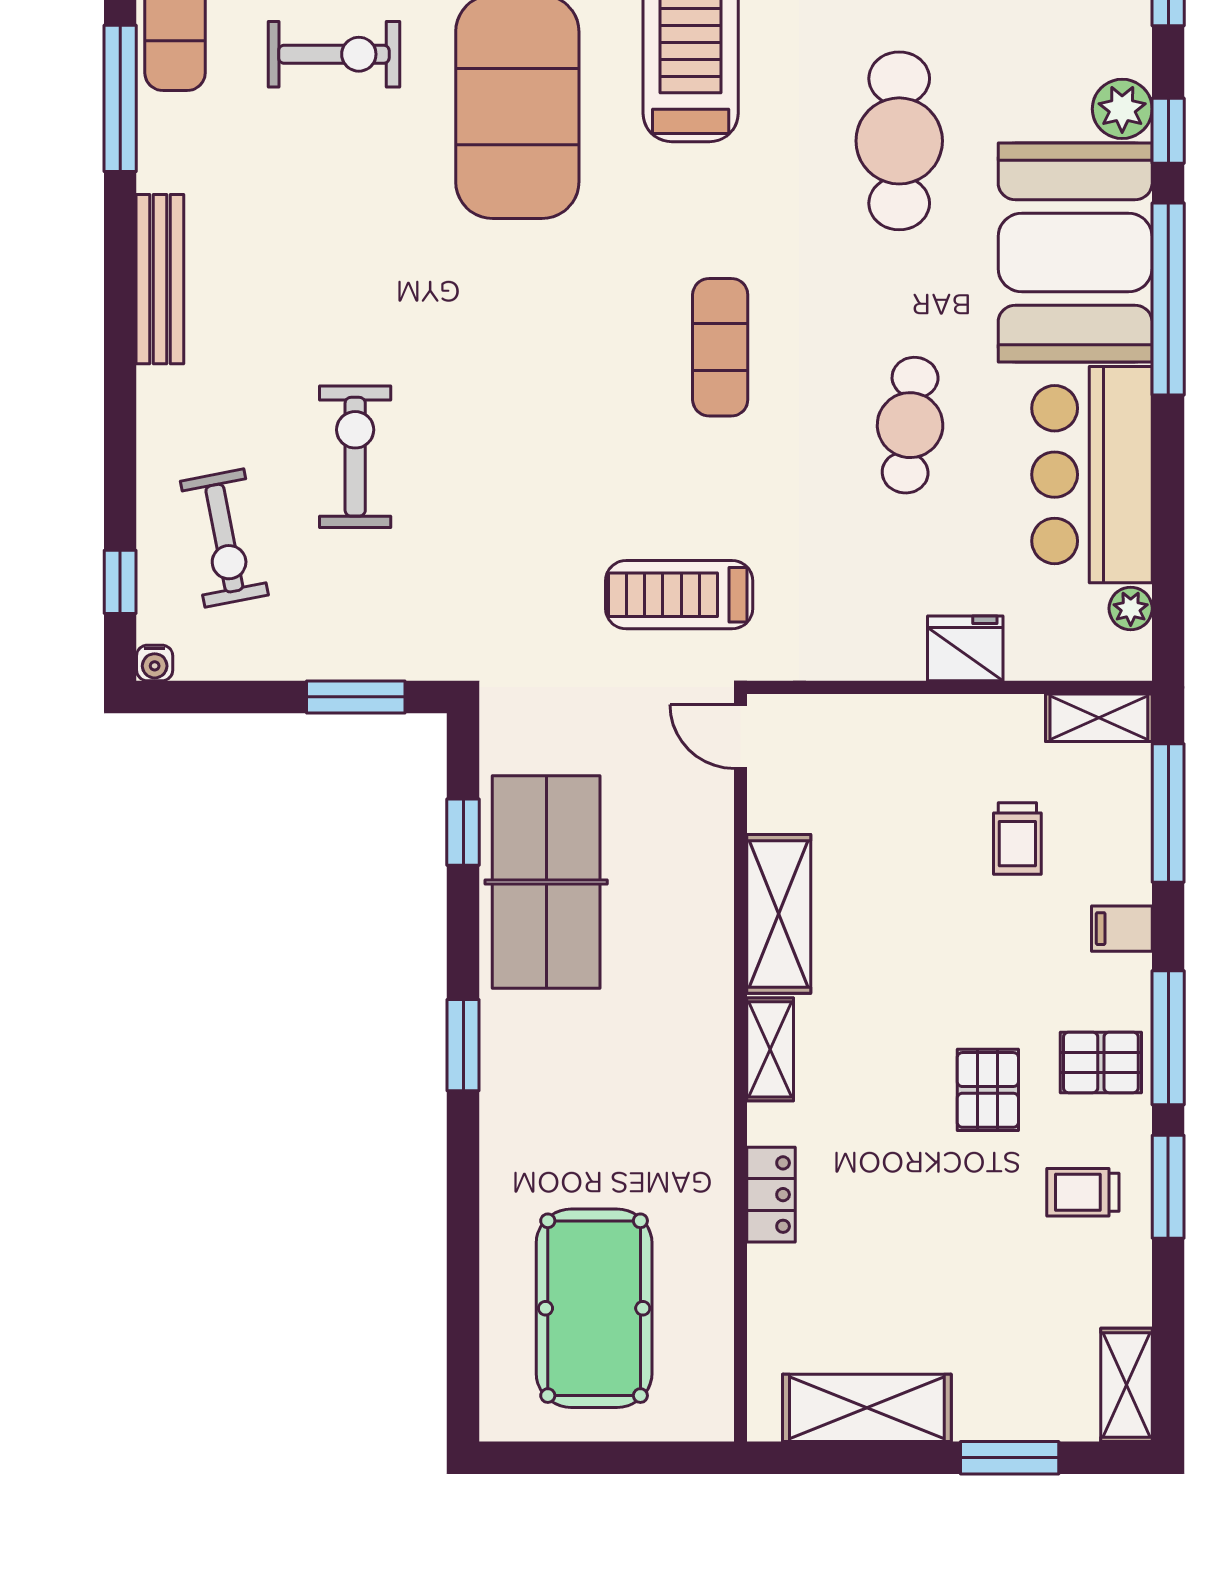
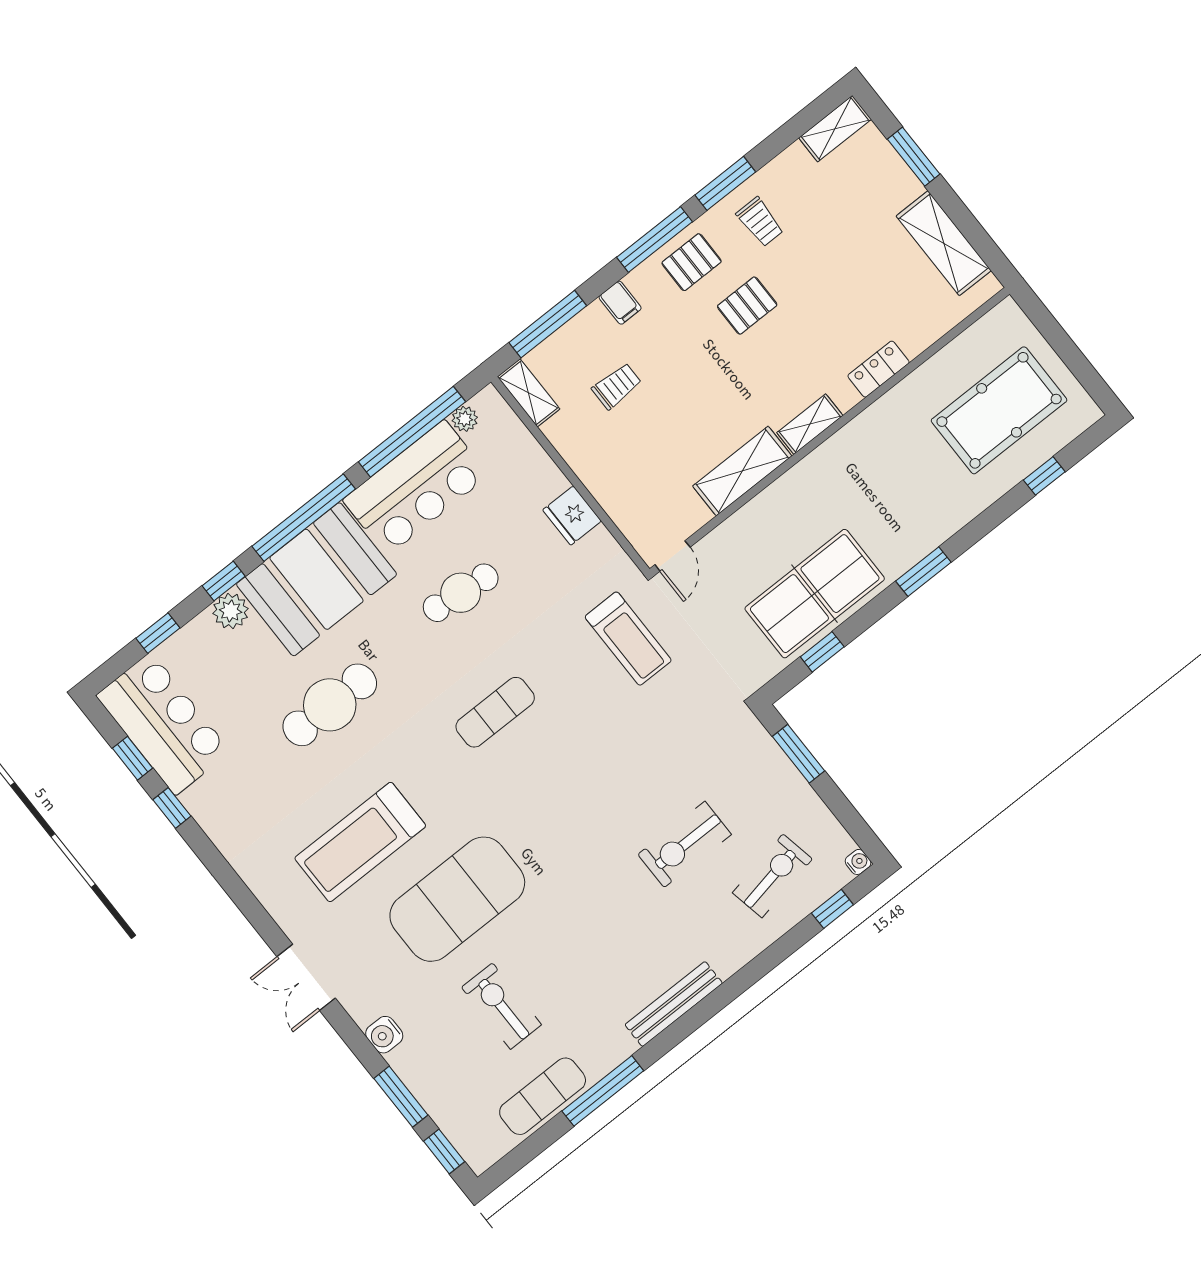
window: (1168, 527) -> (412, 432), added
fridge: (965, 648) -> (572, 515), moved
pallet: (1101, 1062) -> (692, 262), turned 90
window: (463, 1299) -> (1044, 476), added

